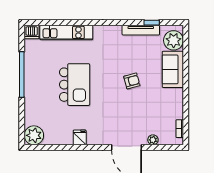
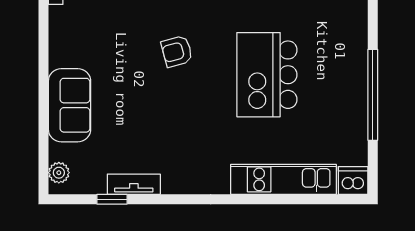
tv unit: (141, 30) -> (134, 184), width x0.71
plant: (174, 40) -> (59, 173), width x0.53, depth x0.53
armchair: (132, 81) -> (177, 51), moved

